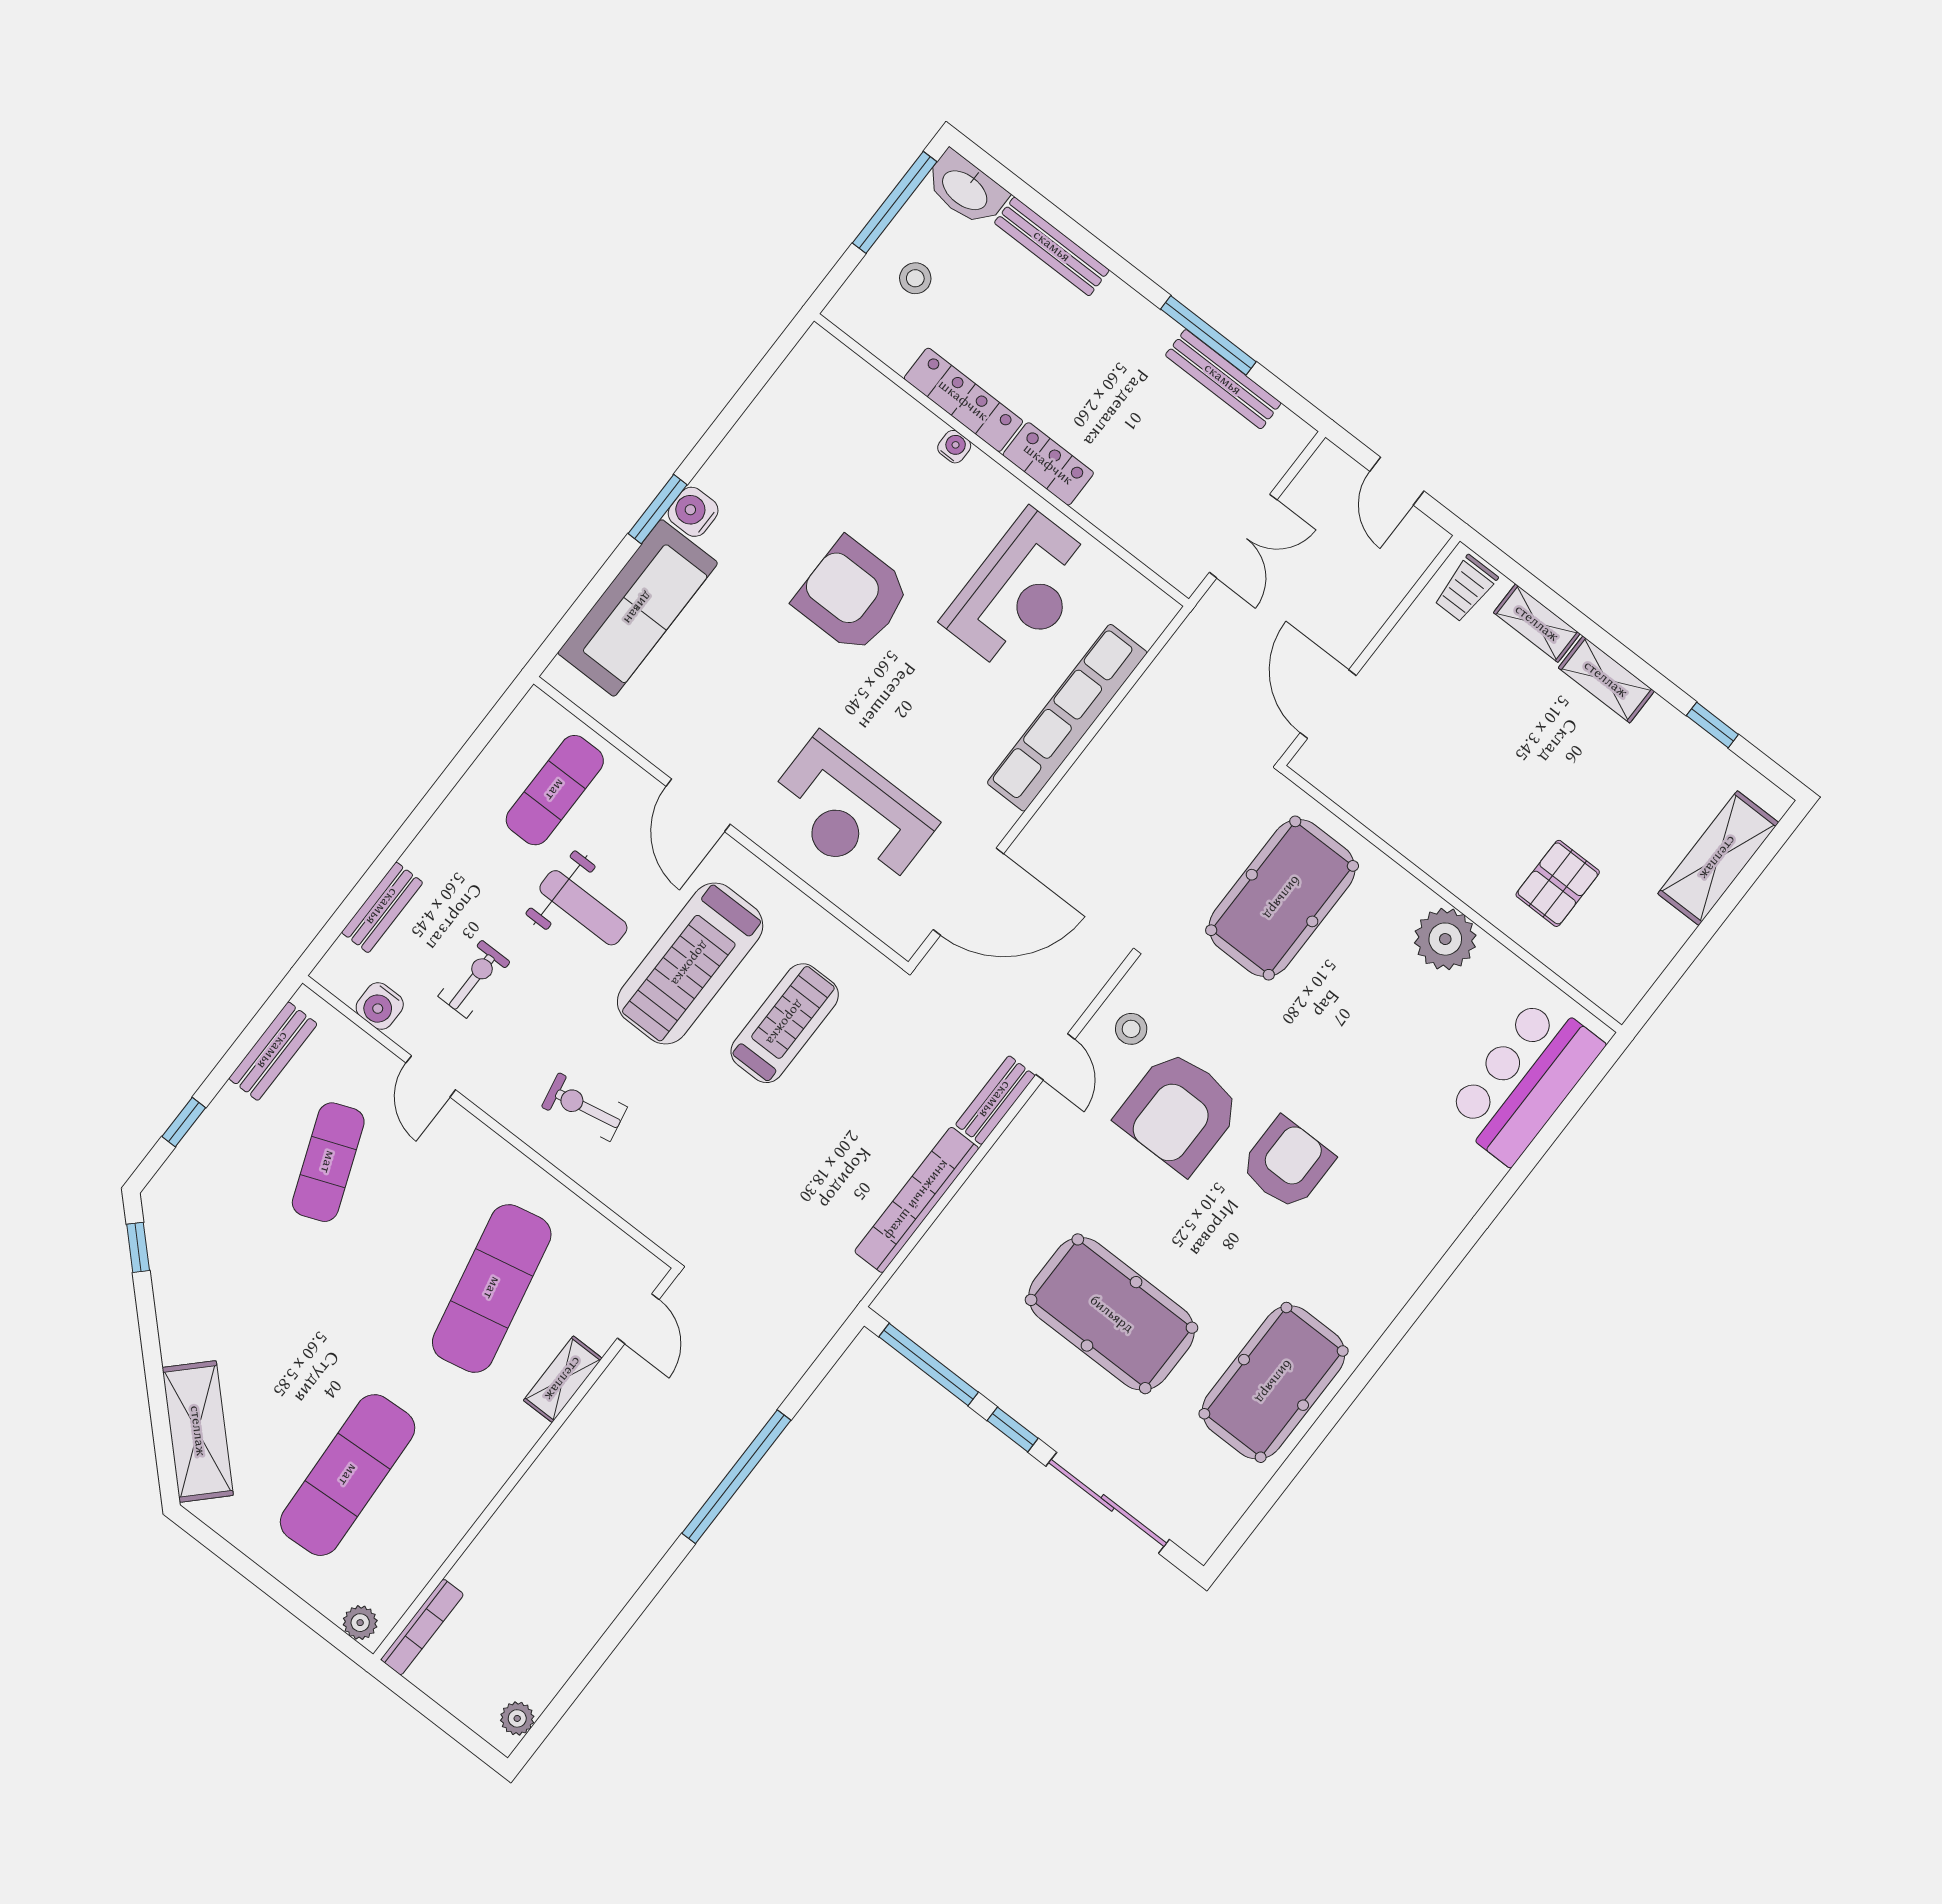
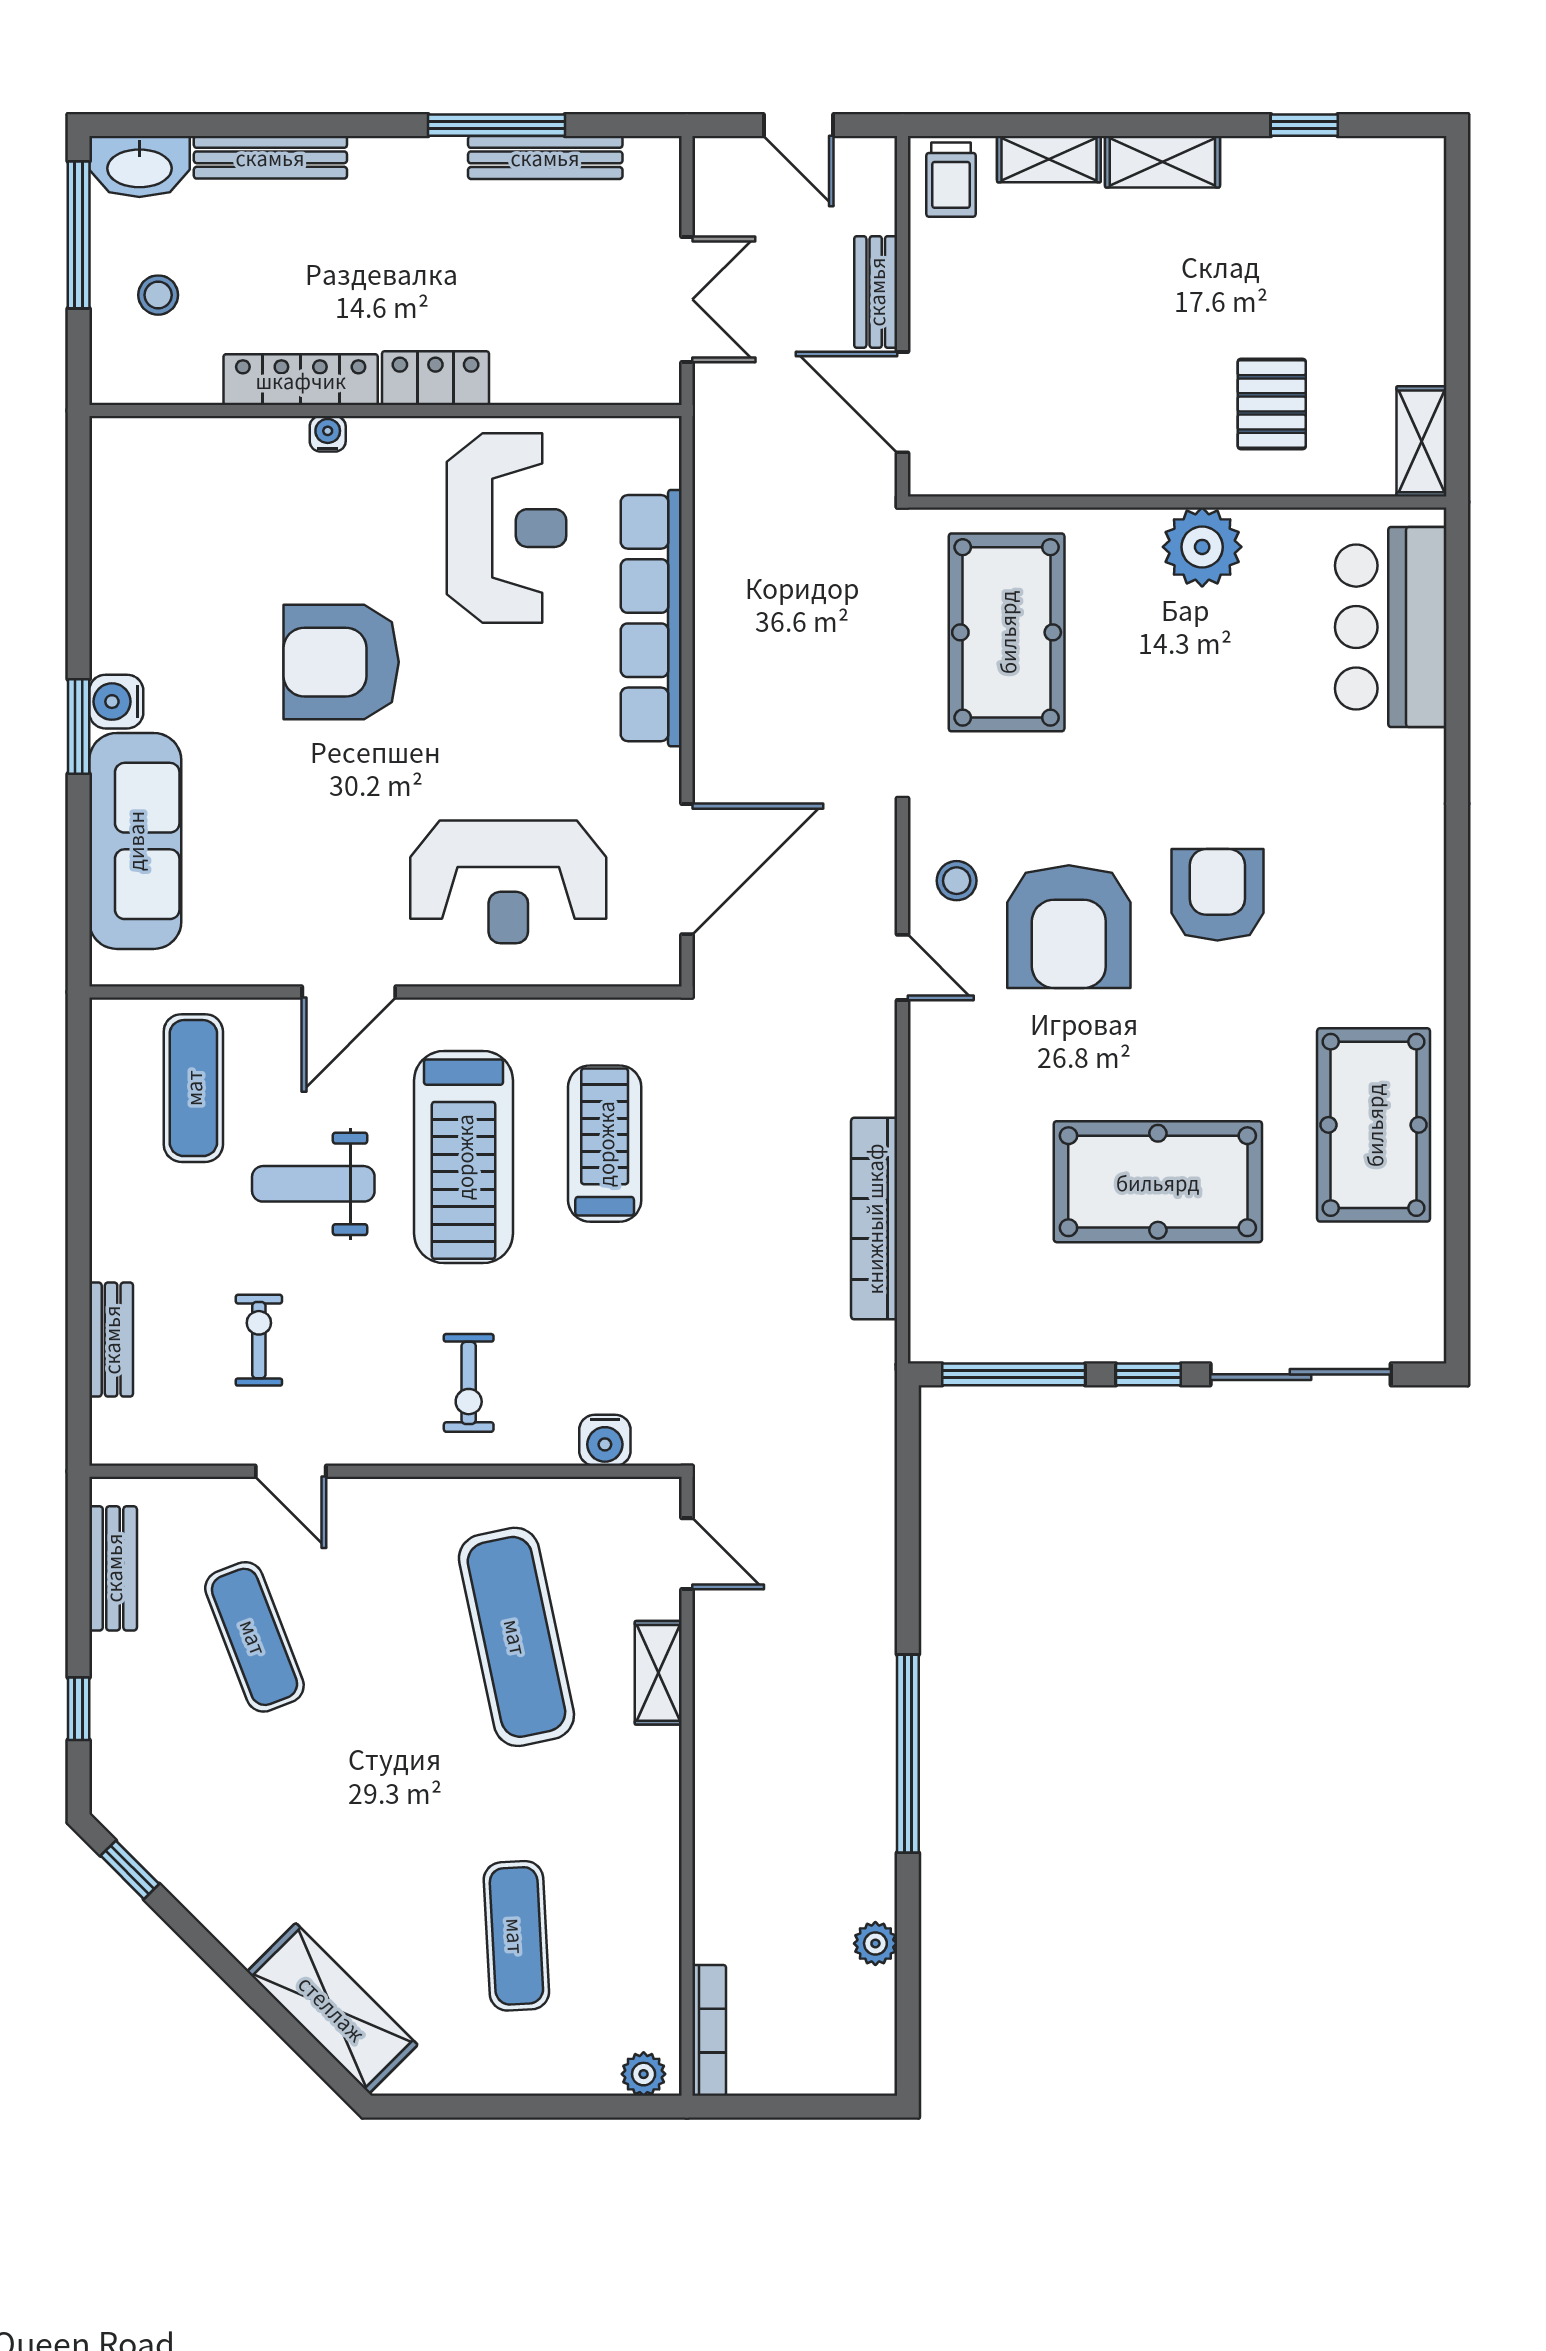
door: (698, 805) -> (349, 992), hinge flipped
shelving: (1718, 858) -> (1421, 441), moved, width x0.67, depth x0.75
weight bench: (583, 908) -> (313, 1184), turned 180
water cooler: (380, 1006) -> (605, 1440), moved
bench: (995, 1100) -> (876, 292), moved
exercise bike: (584, 1107) -> (469, 1383), turned -79
exercise mat: (348, 1475) -> (516, 1936), width x0.73, depth x0.69
window: (736, 1477) -> (908, 1754), moved
plant: (517, 1718) -> (875, 1943), moved

